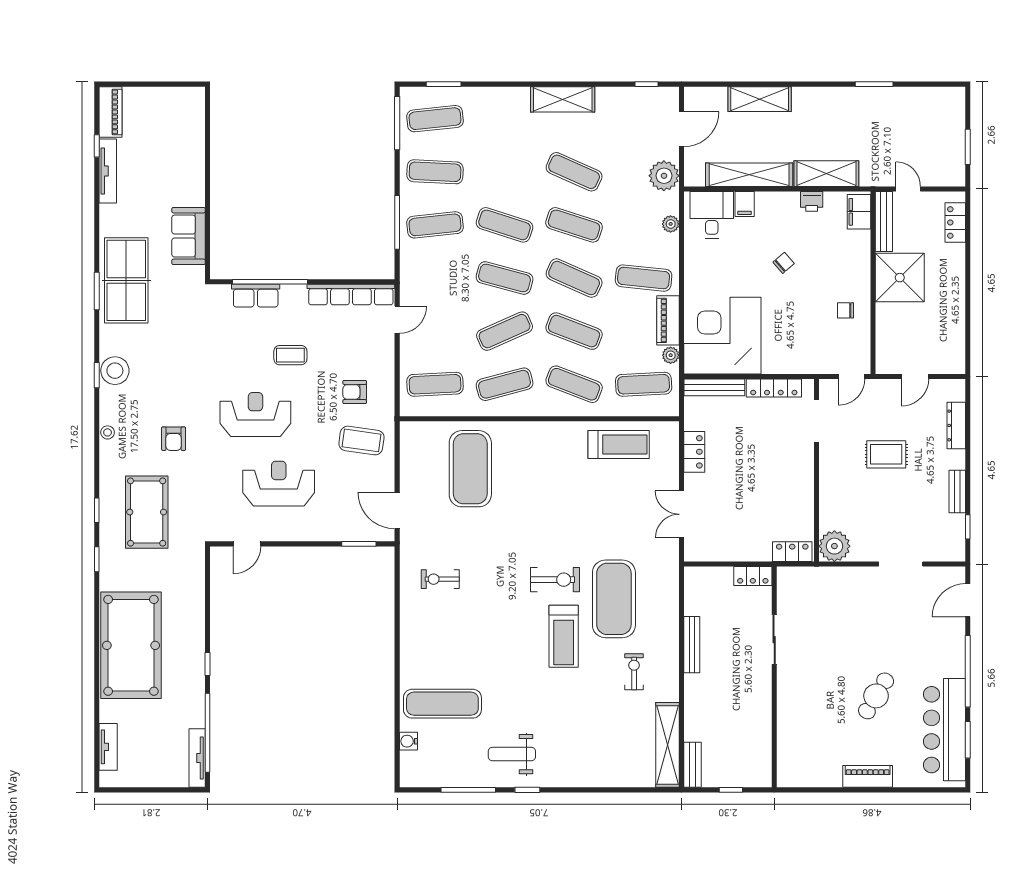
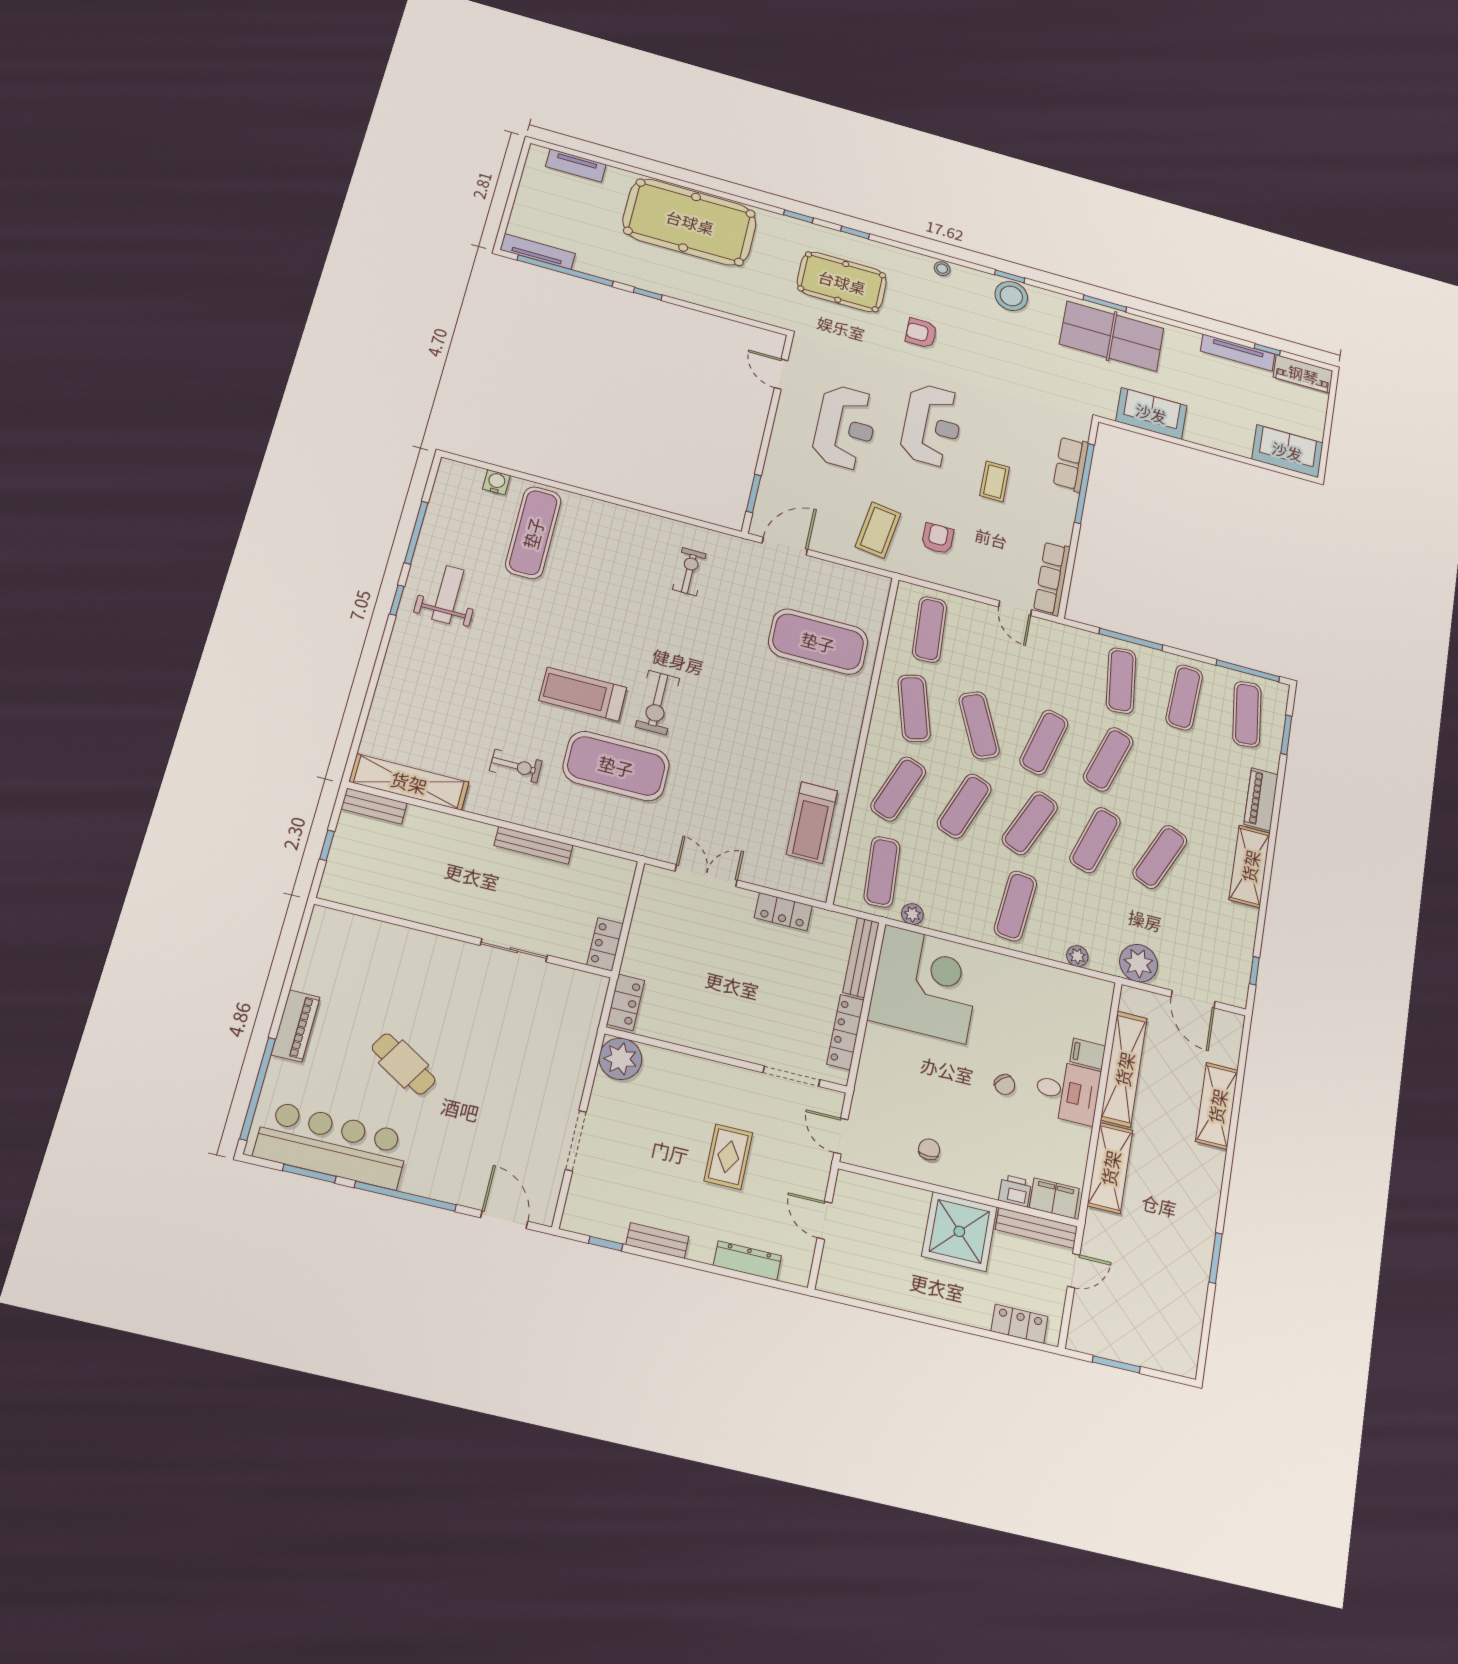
sofa: (188, 116) -> (1287, 451), added
printer: (812, 201) -> (1015, 1191), moved, turned 90
desk: (712, 215) -> (1067, 1092), moved
row of seats: (351, 295) -> (1052, 579), width x0.73
piano: (668, 320) -> (1261, 799), moved, turned -90
window: (918, 790) -> (258, 1089), added

